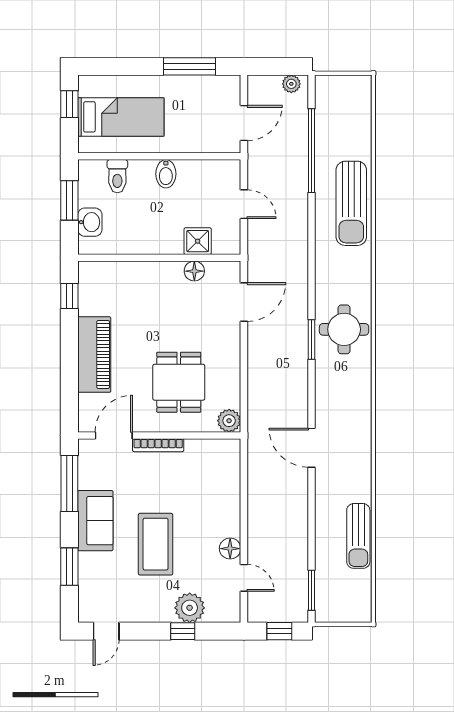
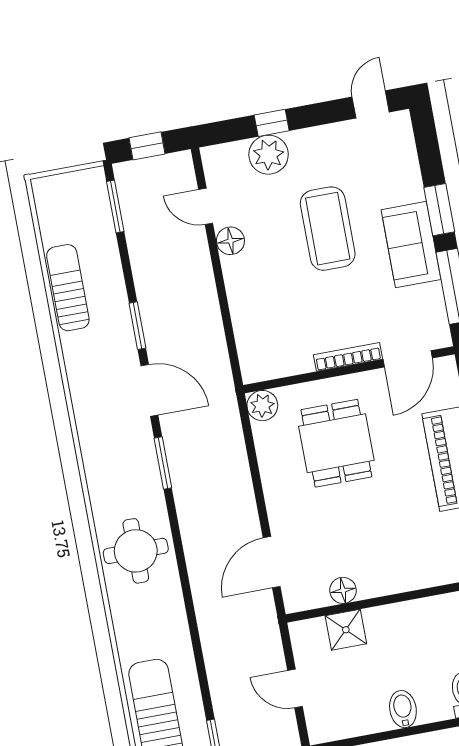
window: (312, 339) -> (163, 463), moved
window: (312, 498) -> (137, 326), added
window: (69, 567) -> (439, 210), moved

